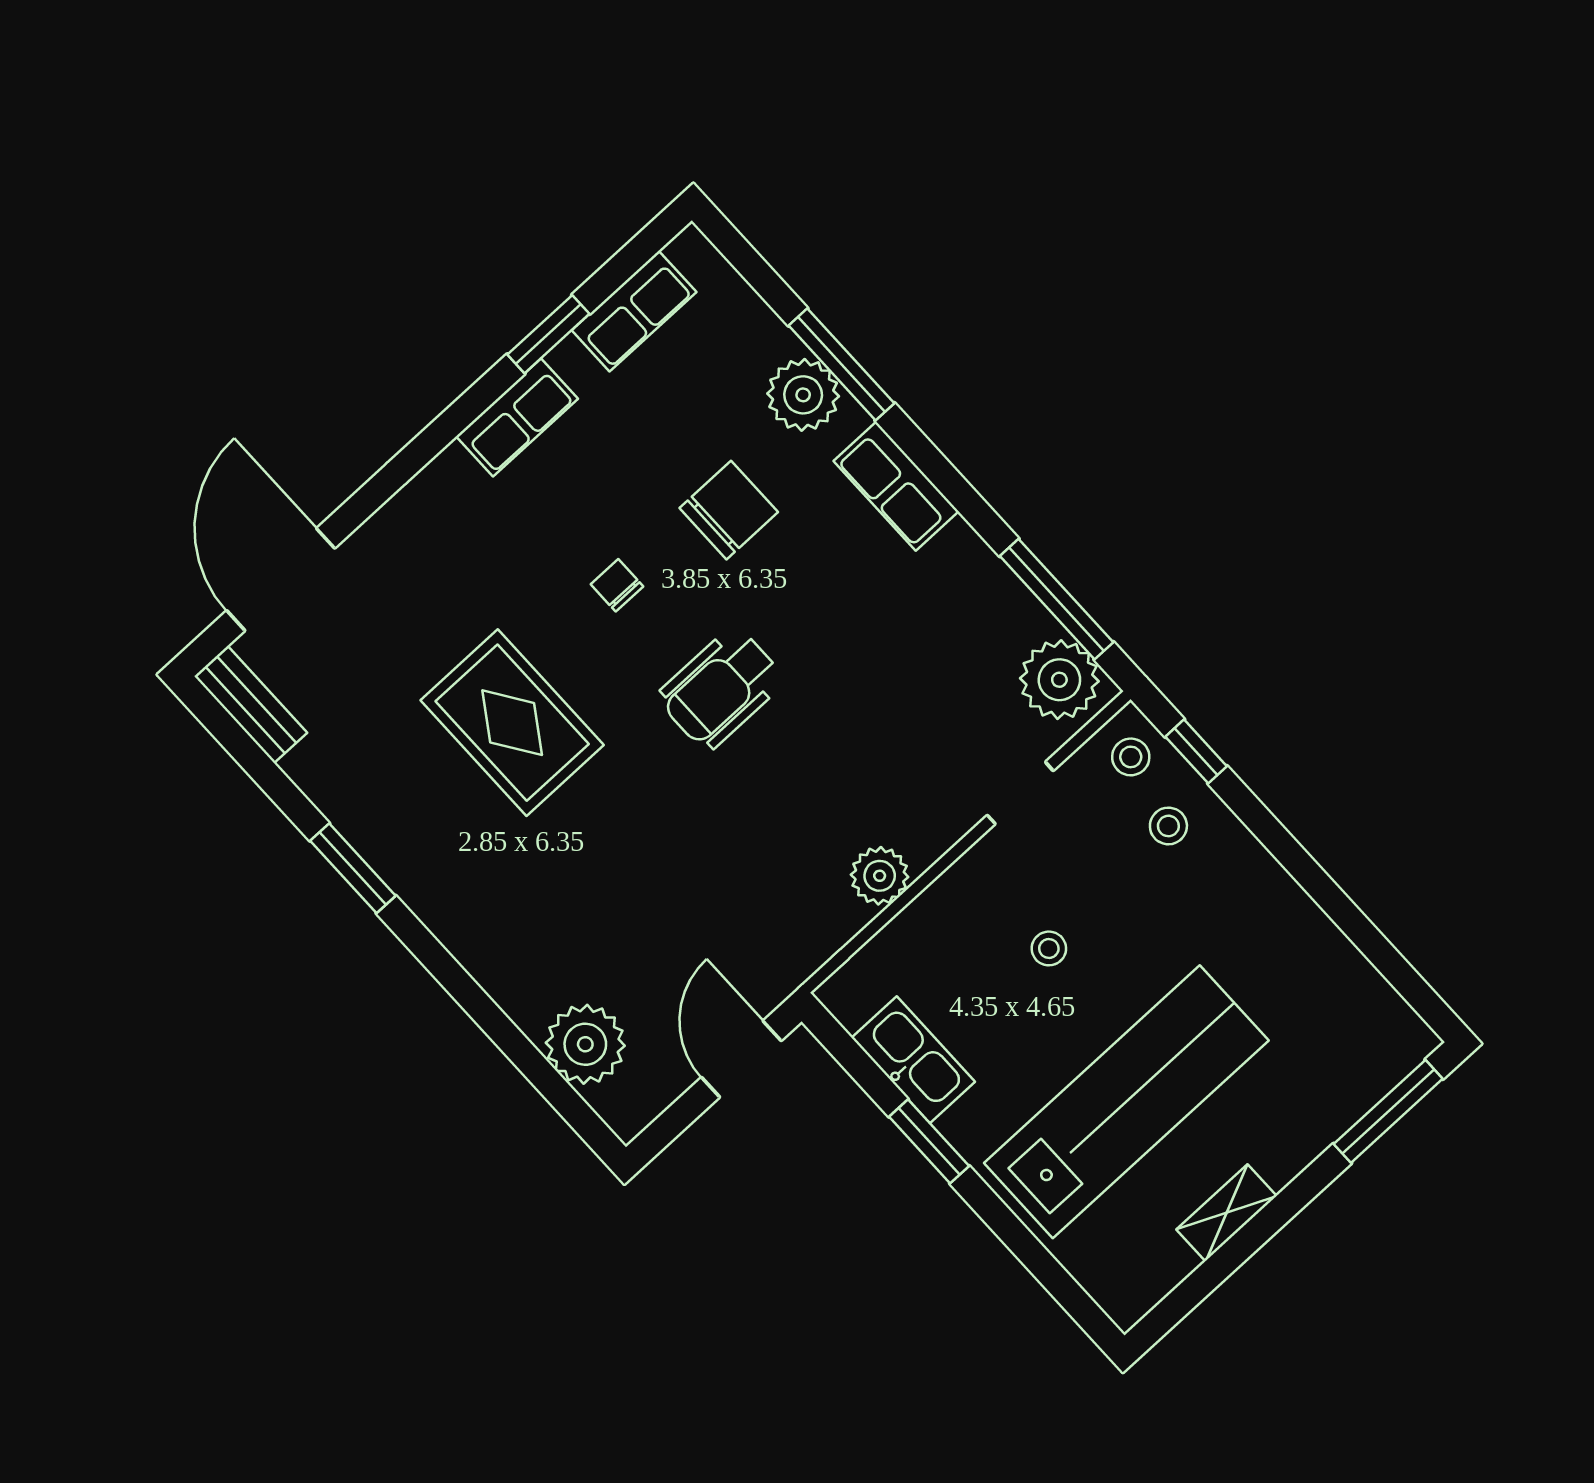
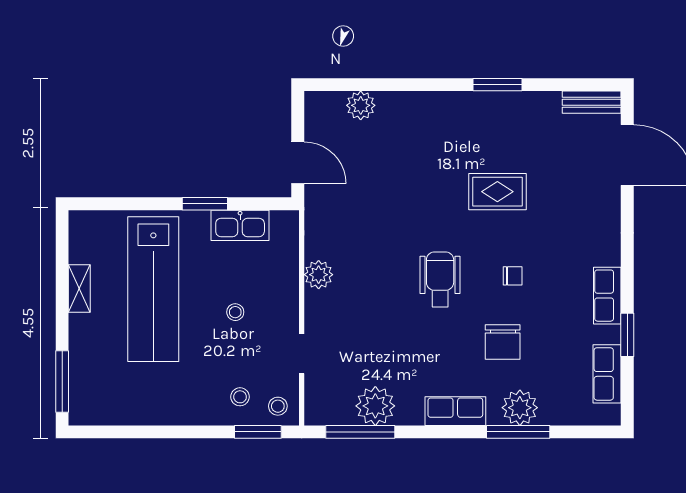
plant: (1059, 680) -> (375, 406), moved
rug: (512, 723) -> (497, 192), width x0.73, depth x0.70
window: (1196, 751) -> (258, 432), width x1.50
plant: (585, 1044) -> (361, 105), width x0.73, depth x0.73

